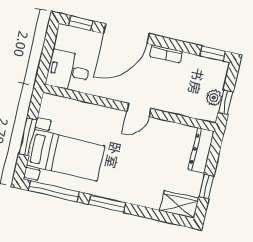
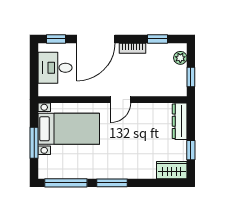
window: (213, 53) -> (157, 39), moved
desk: (68, 71) -> (55, 68), moved
plant: (214, 98) -> (180, 58), moved
bed with nightstands: (66, 155) -> (69, 129), moved

